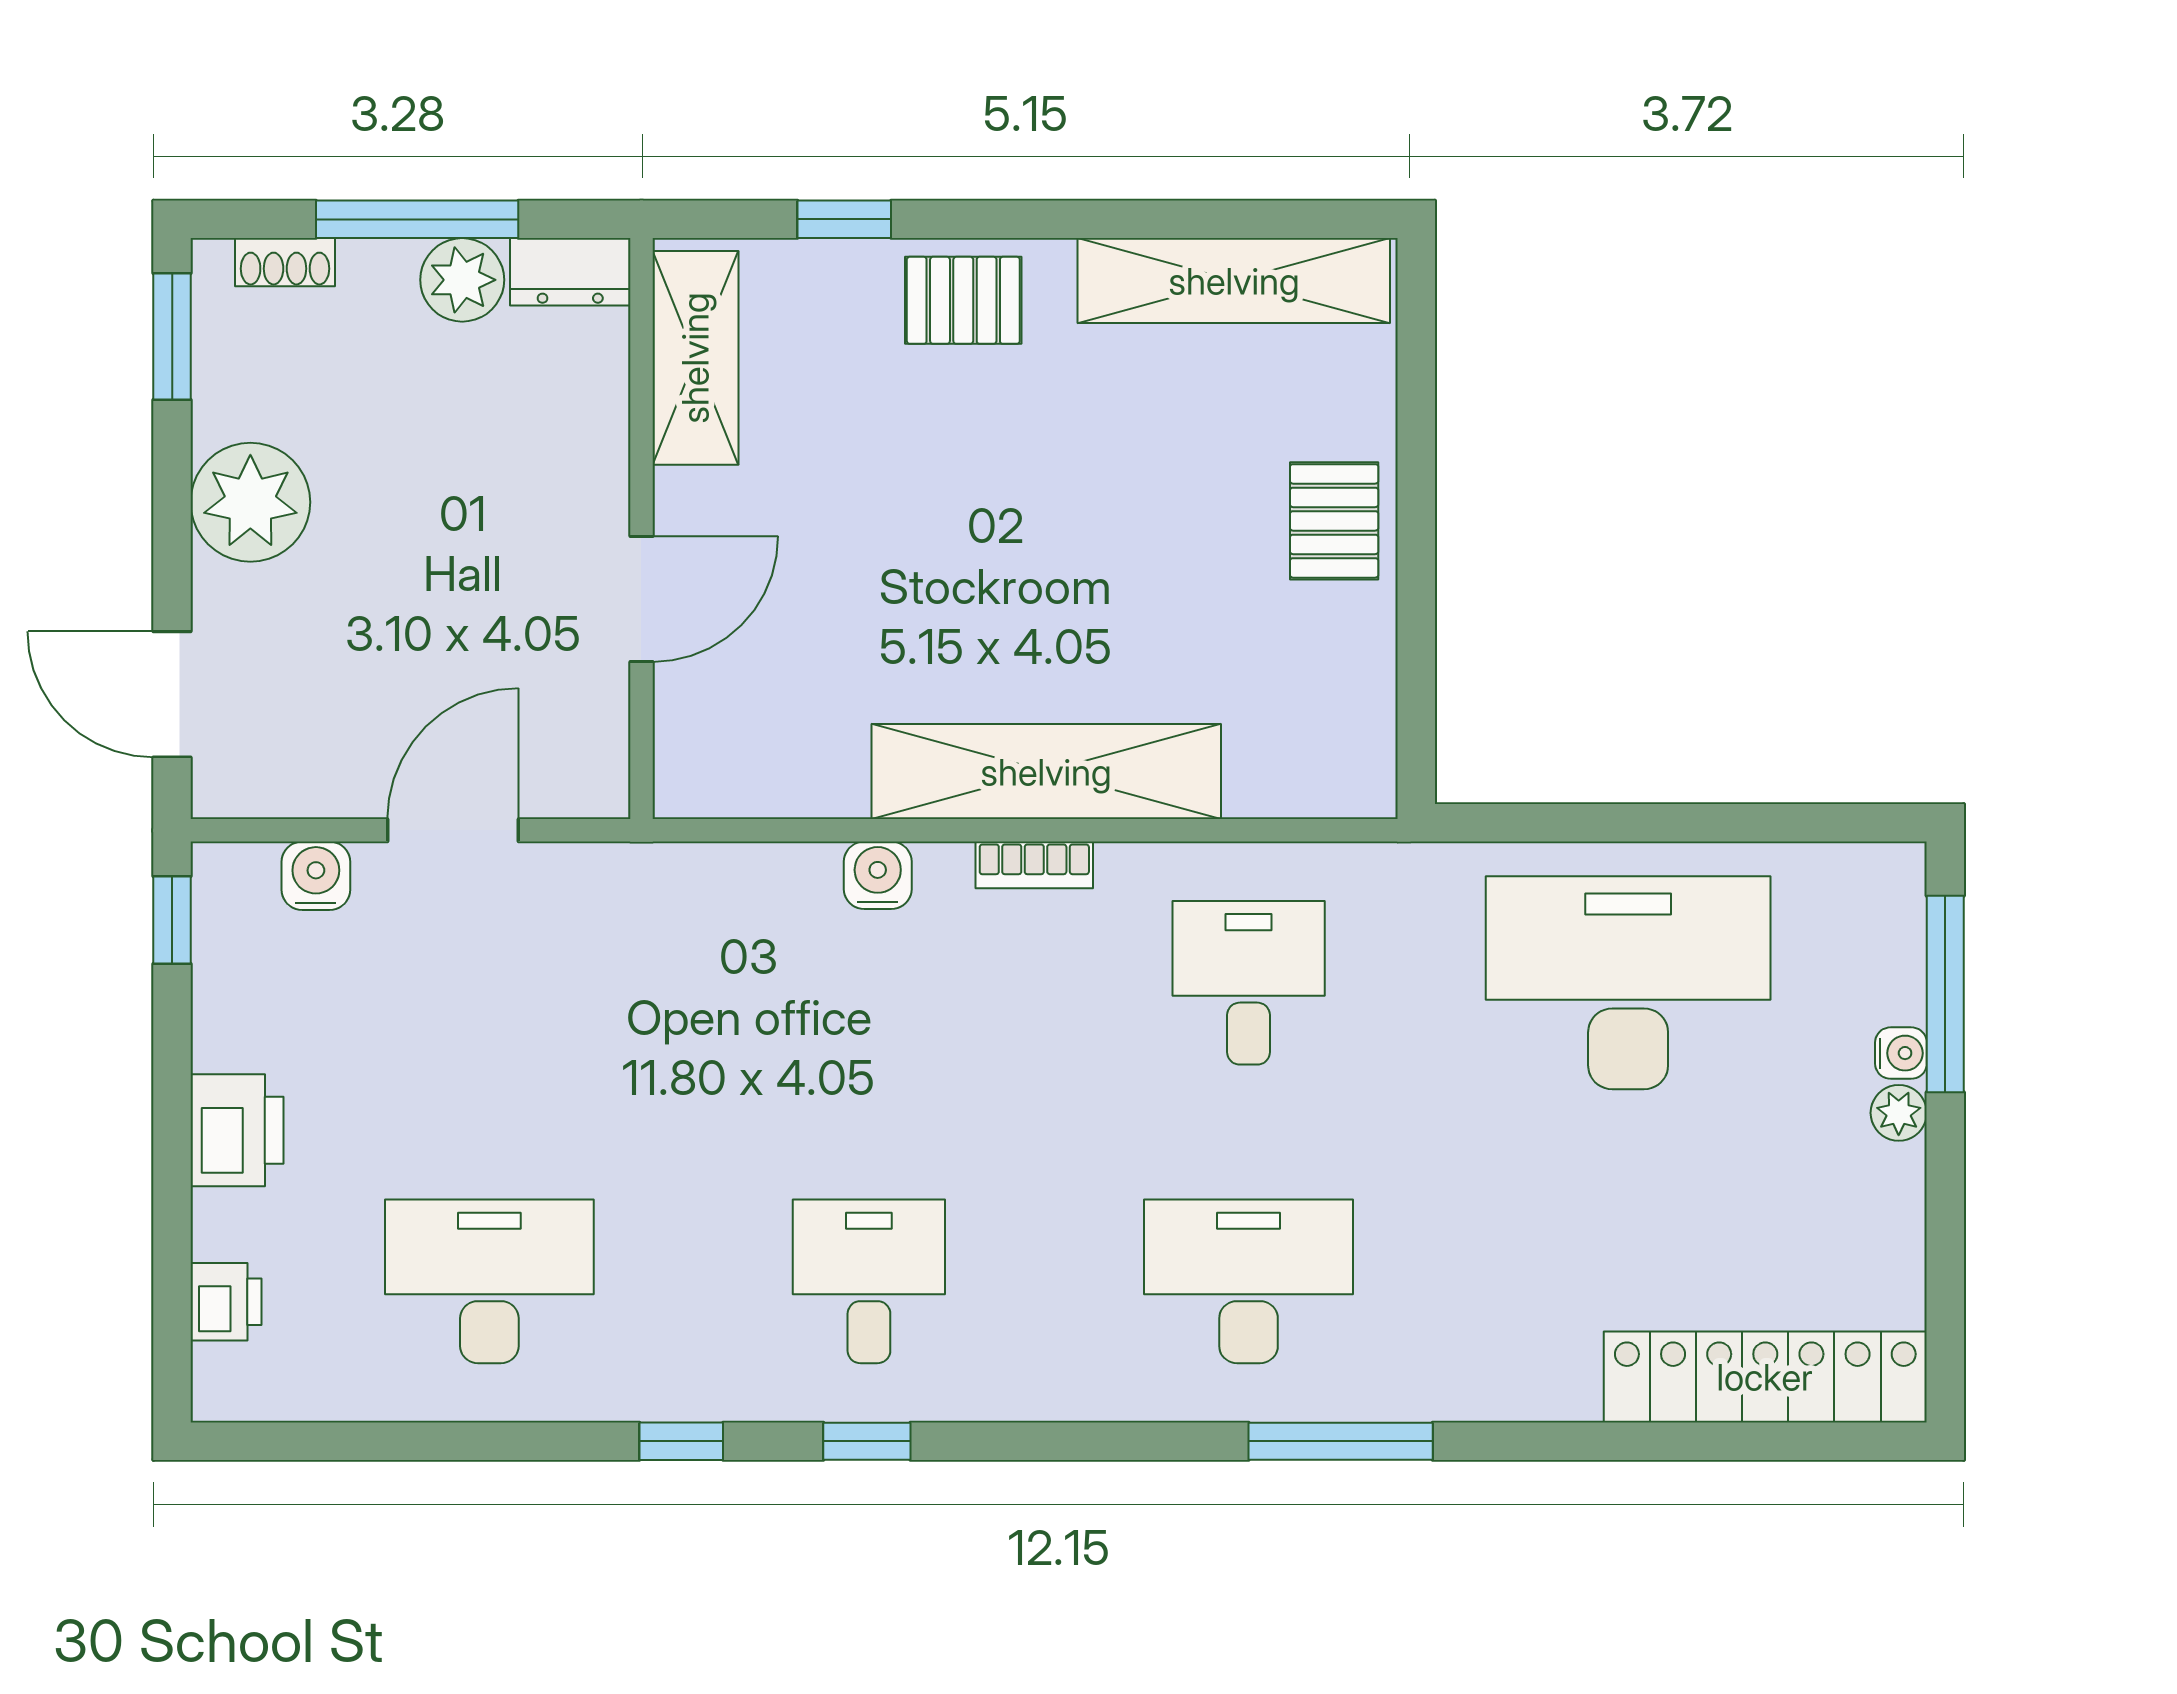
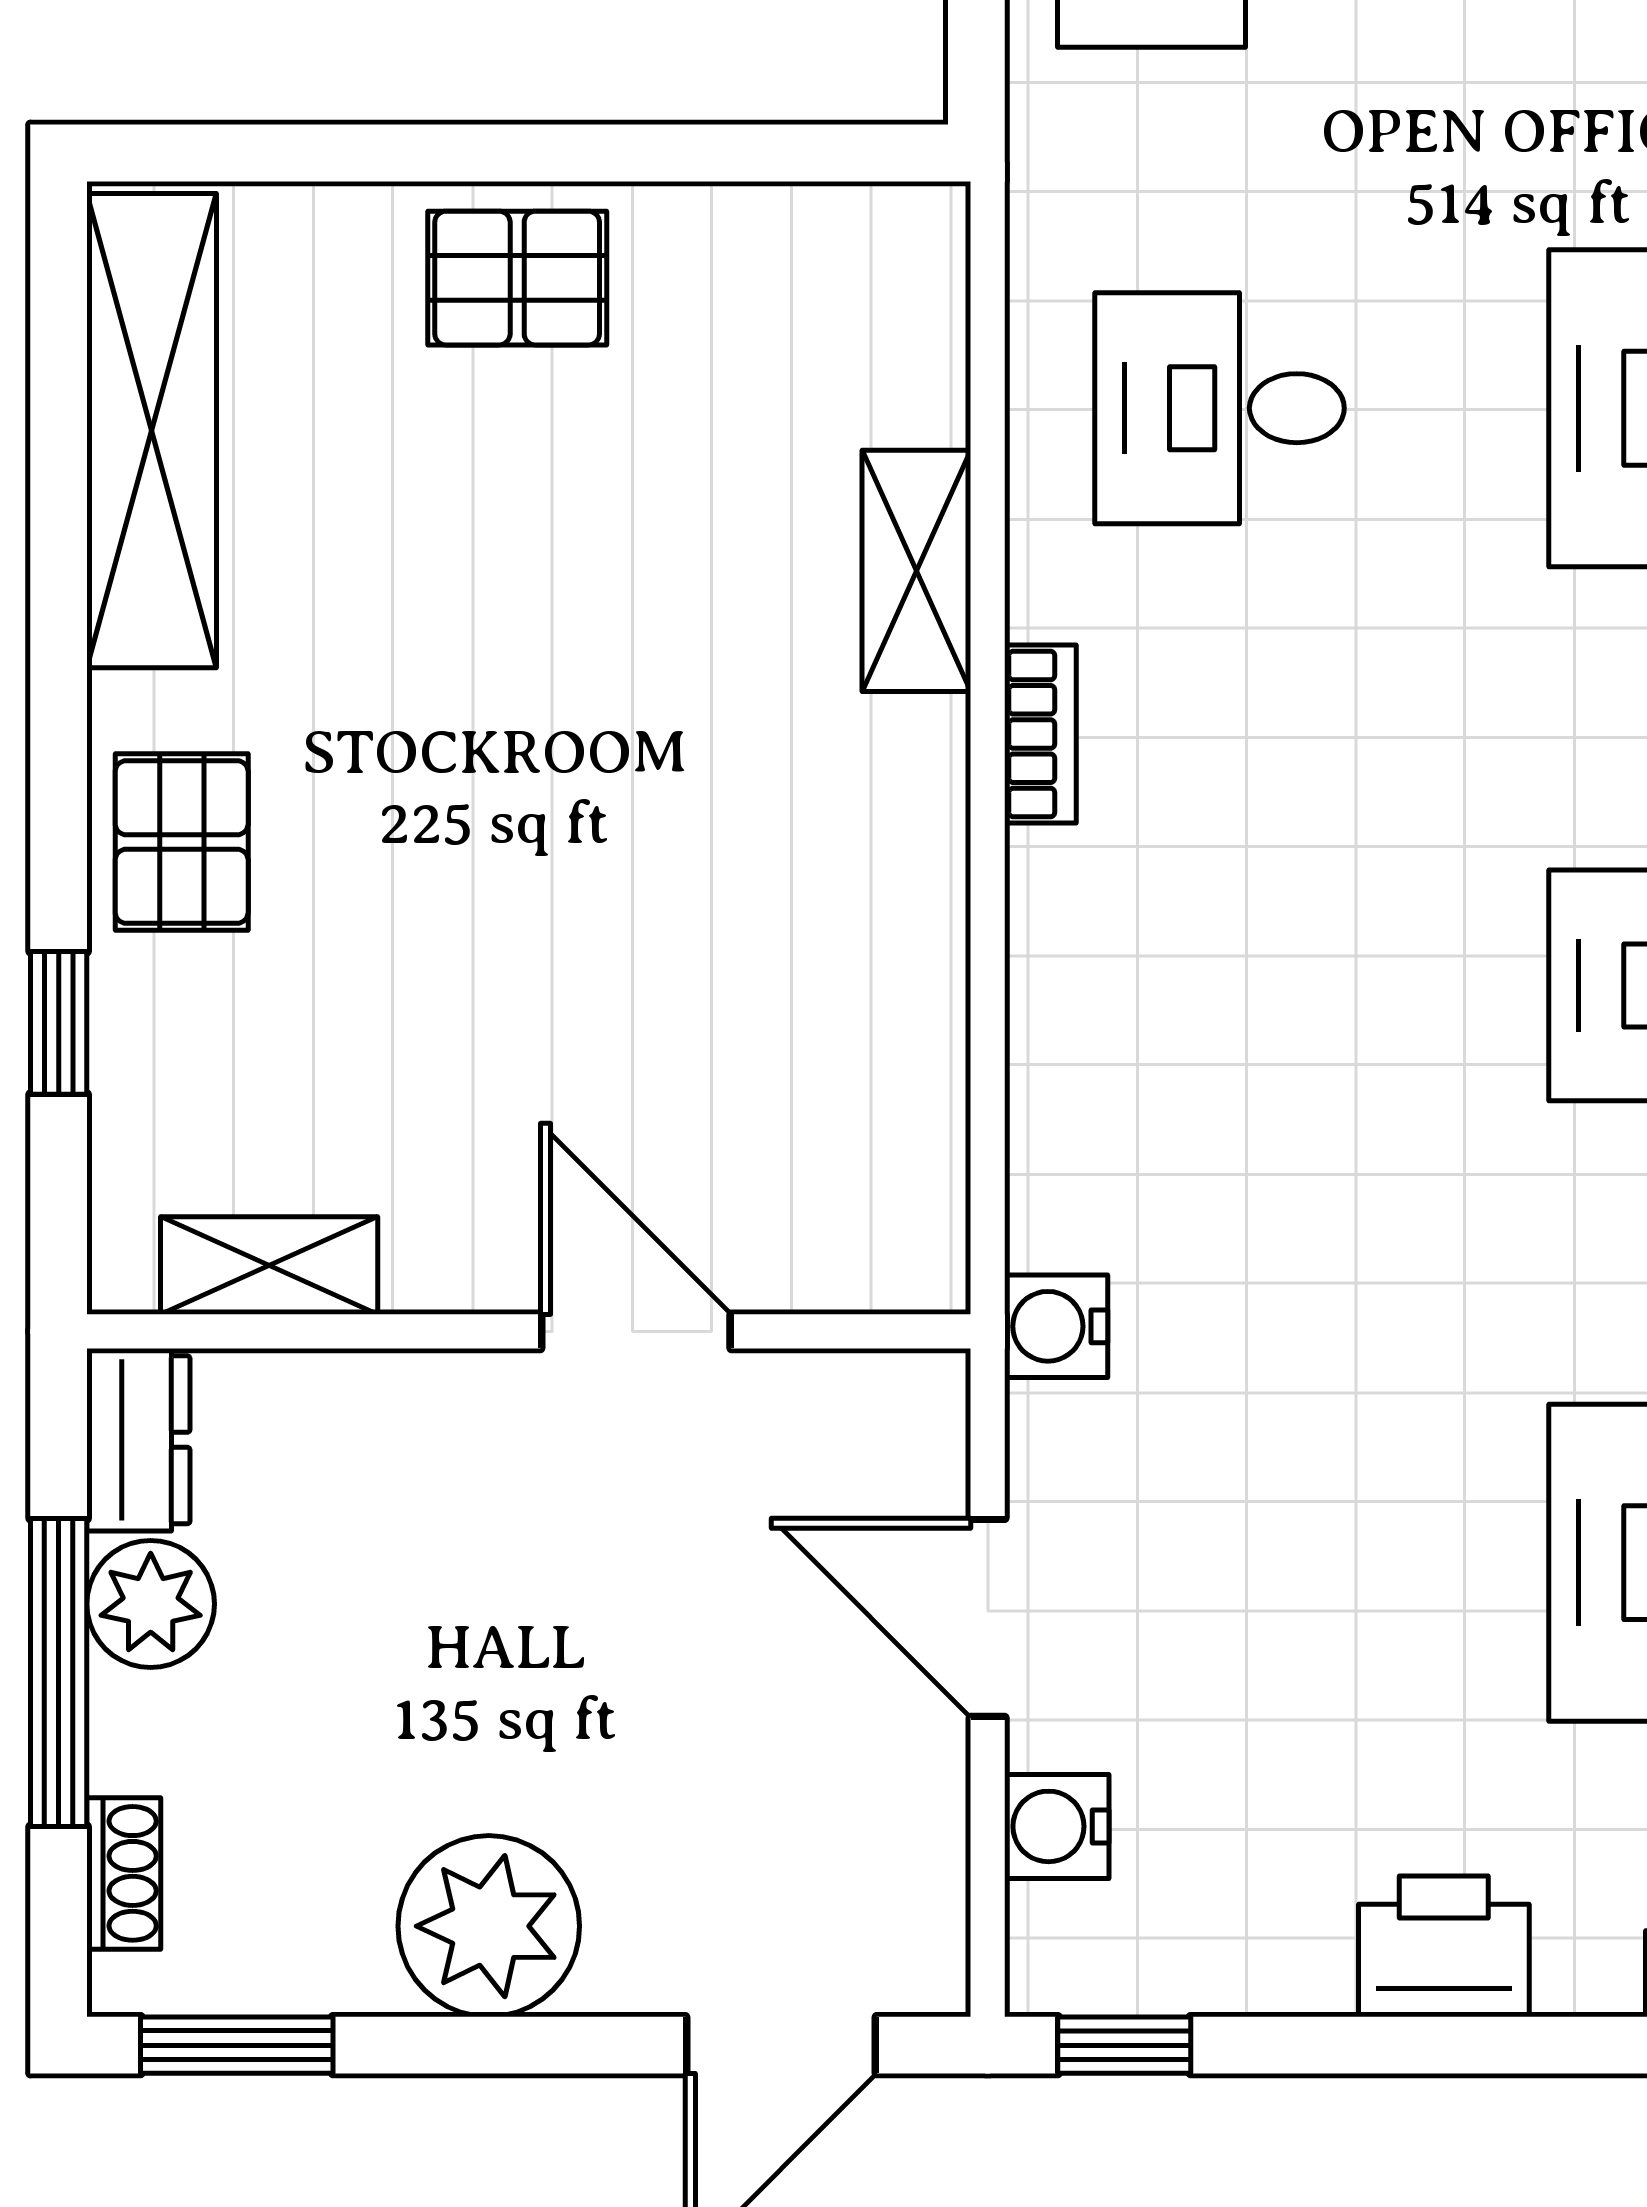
shelving: (695, 358) -> (269, 1266), width x0.67, depth x0.75
shelving: (1046, 772) -> (916, 571), width x0.45, depth x0.75
water cooler: (878, 875) -> (1056, 1326), moved

